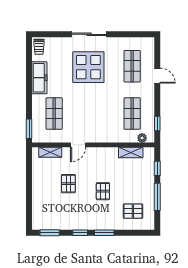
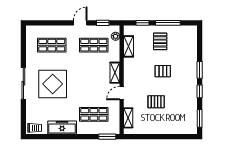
door: (157, 76) -> (80, 23), moved
shelving: (101, 137) -> (115, 73), added
door: (78, 145) -> (122, 93), swing flipped
pallet: (133, 211) -> (160, 41), moved

